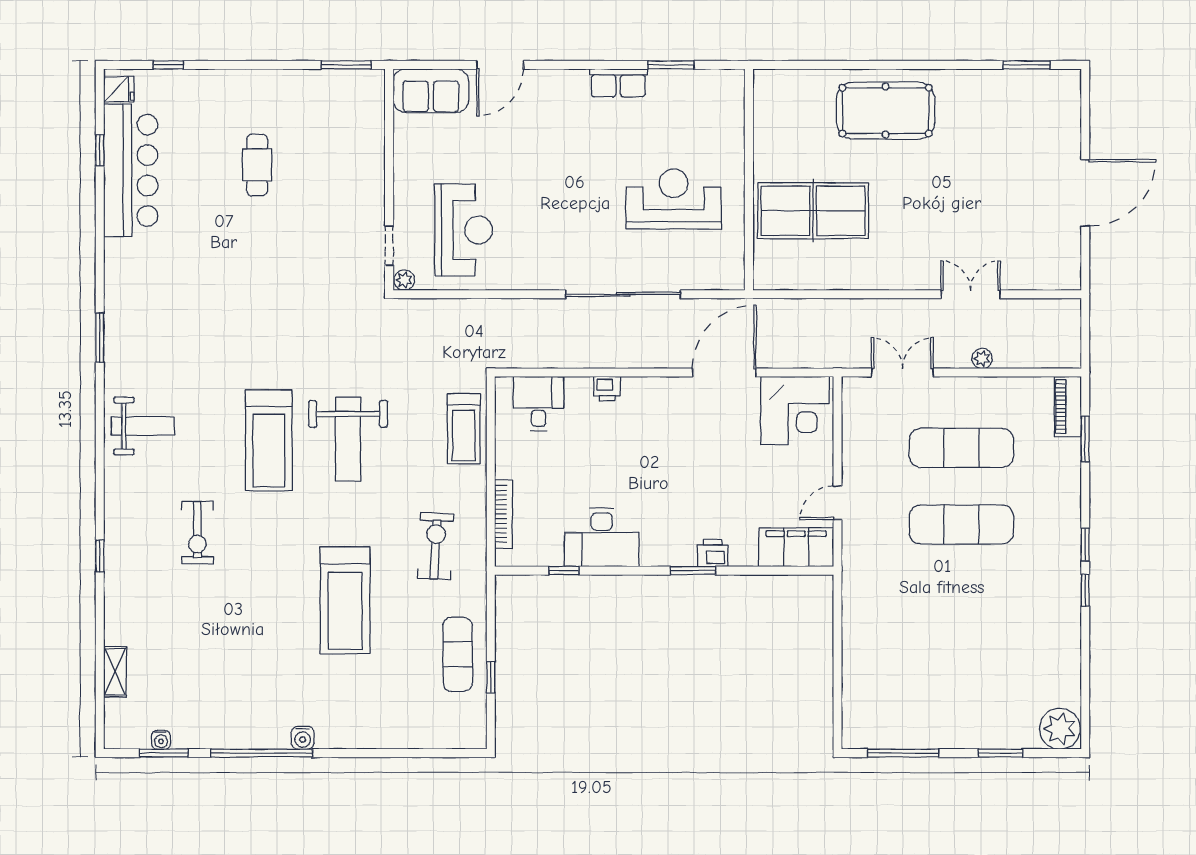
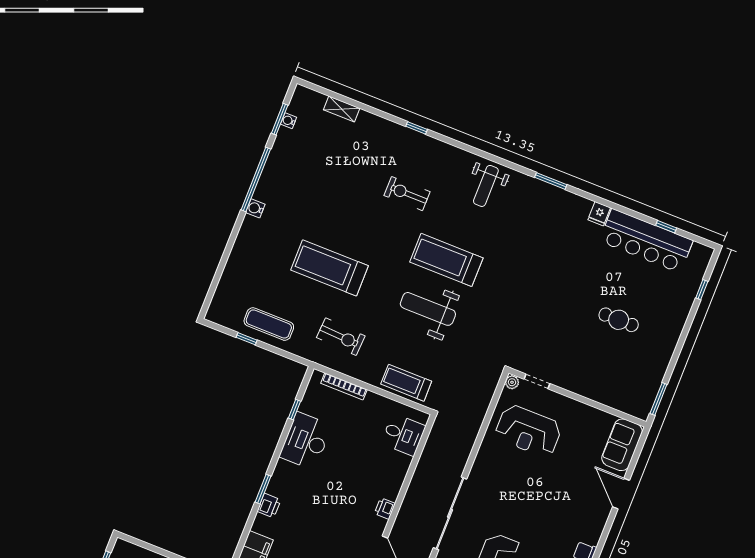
fridge: (119, 89) -> (599, 214), moved
printer: (607, 389) -> (385, 509), moved

